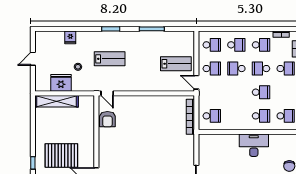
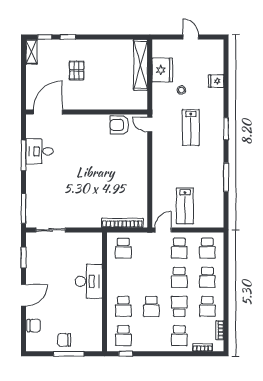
school desk: (236, 69) -> (179, 277), turned 180
door: (107, 93) -> (150, 125), hinge flipped
desk: (254, 145) -> (89, 281), moved
pallet: (61, 155) -> (77, 71), width x0.49, depth x0.50

